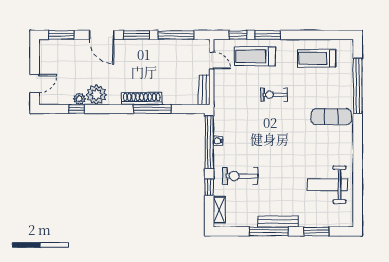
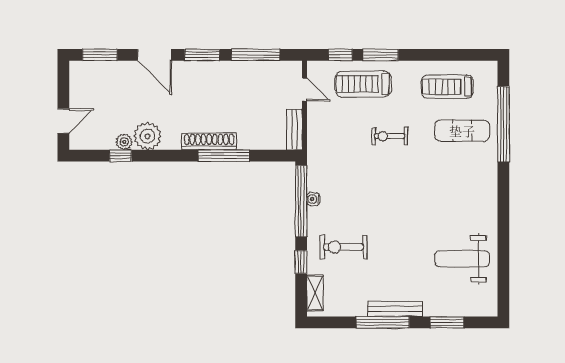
exercise mat: (331, 117) -> (462, 131), moved

